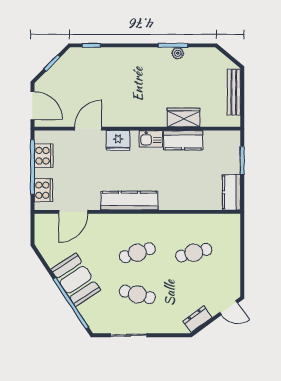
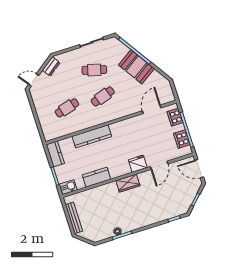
wardrobe: (184, 117) -> (128, 183), moved
kitchen sink: (151, 139) -> (68, 187), moved
kitchen counter: (129, 201) -> (92, 136), moved

